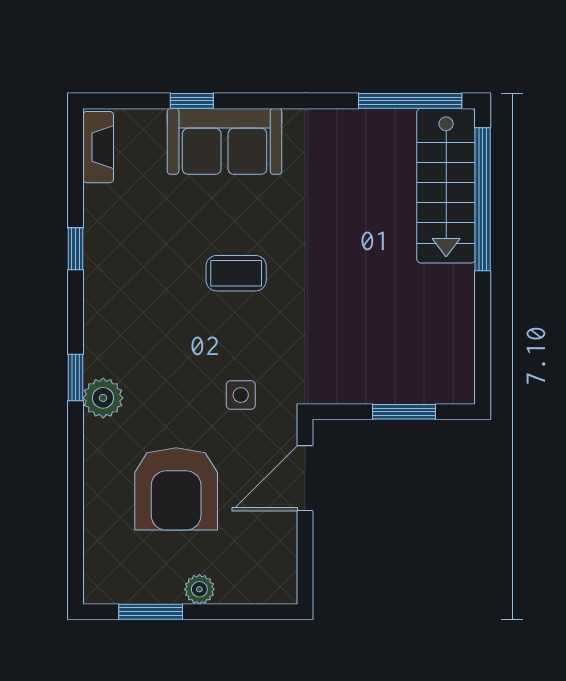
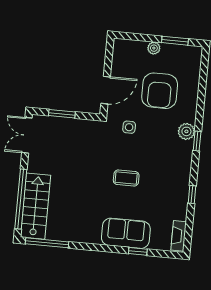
double door: (483, 353) -> (27, 135), added
armchair: (176, 489) -> (160, 91), turned 180

